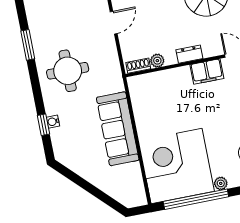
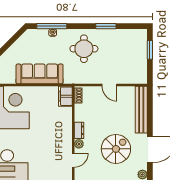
plant: (157, 61) -> (79, 144), moved
filing cabinet: (207, 72) -> (65, 96), moved
window: (44, 125) -> (52, 26), width x2.17

